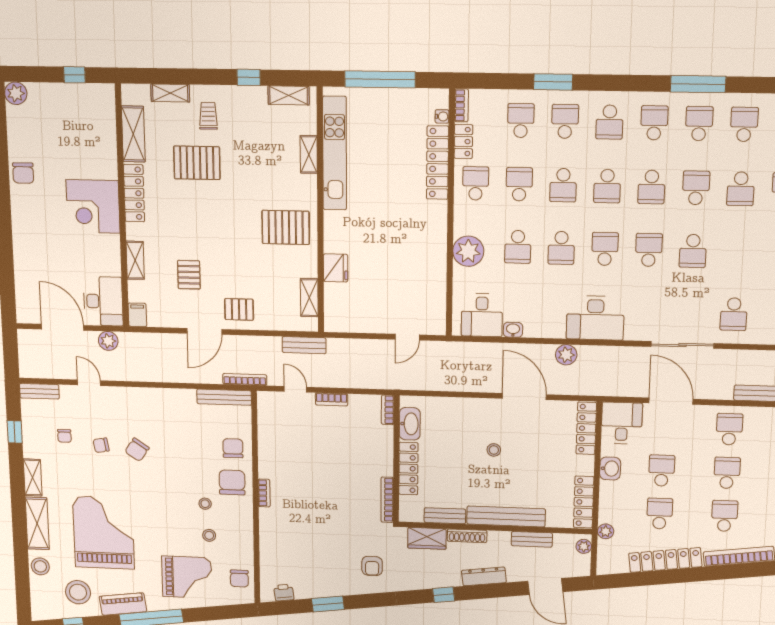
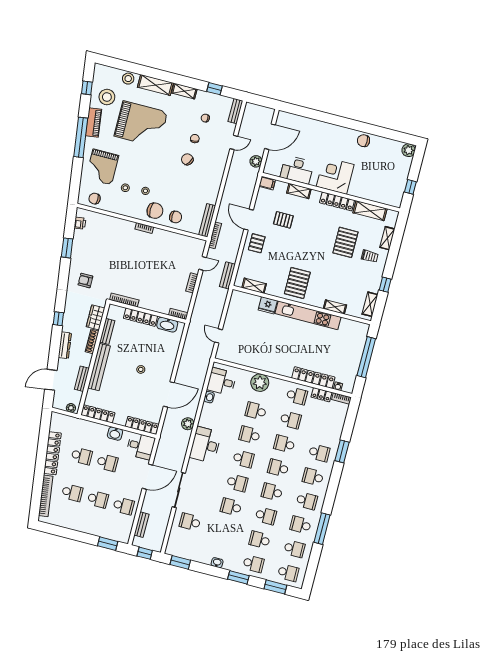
school desk: (521, 121) -> (325, 429), removed
school desk: (699, 124) -> (301, 525), turned 180
kitchen unit: (335, 153) -> (308, 315), moved
desk: (103, 301) -> (297, 170), moved
plant: (606, 531) -> (77, 423), removed

